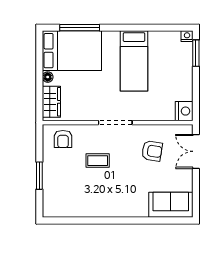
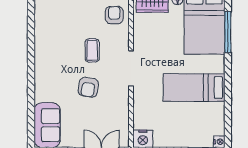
armchair: (63, 139) -> (114, 15), turned 90
armchair: (152, 151) -> (88, 87), moved

